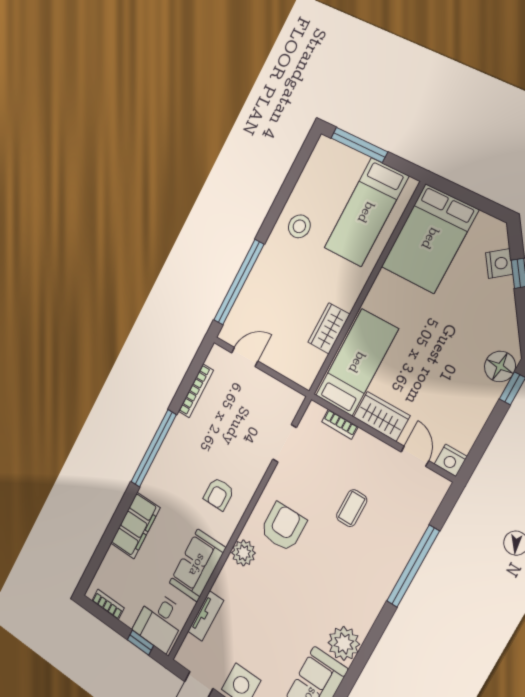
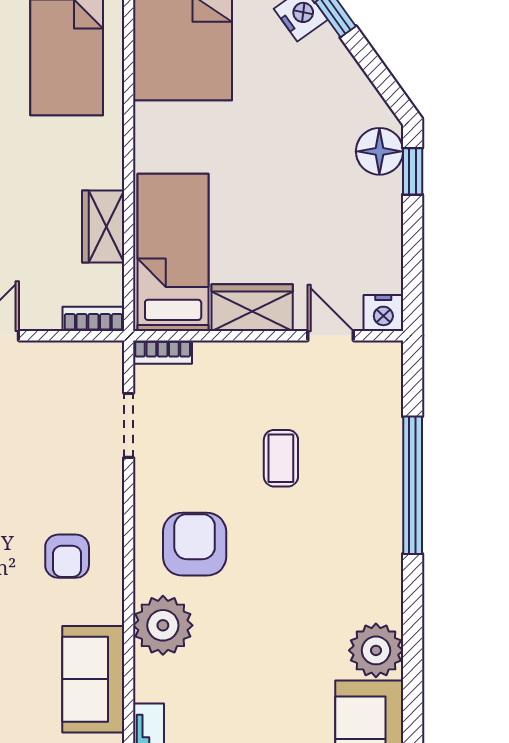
bookcase: (298, 376) -> (93, 319), added
bookcase: (340, 424) -> (163, 352), moved
plant: (243, 553) -> (163, 625), width x1.36, depth x1.36

